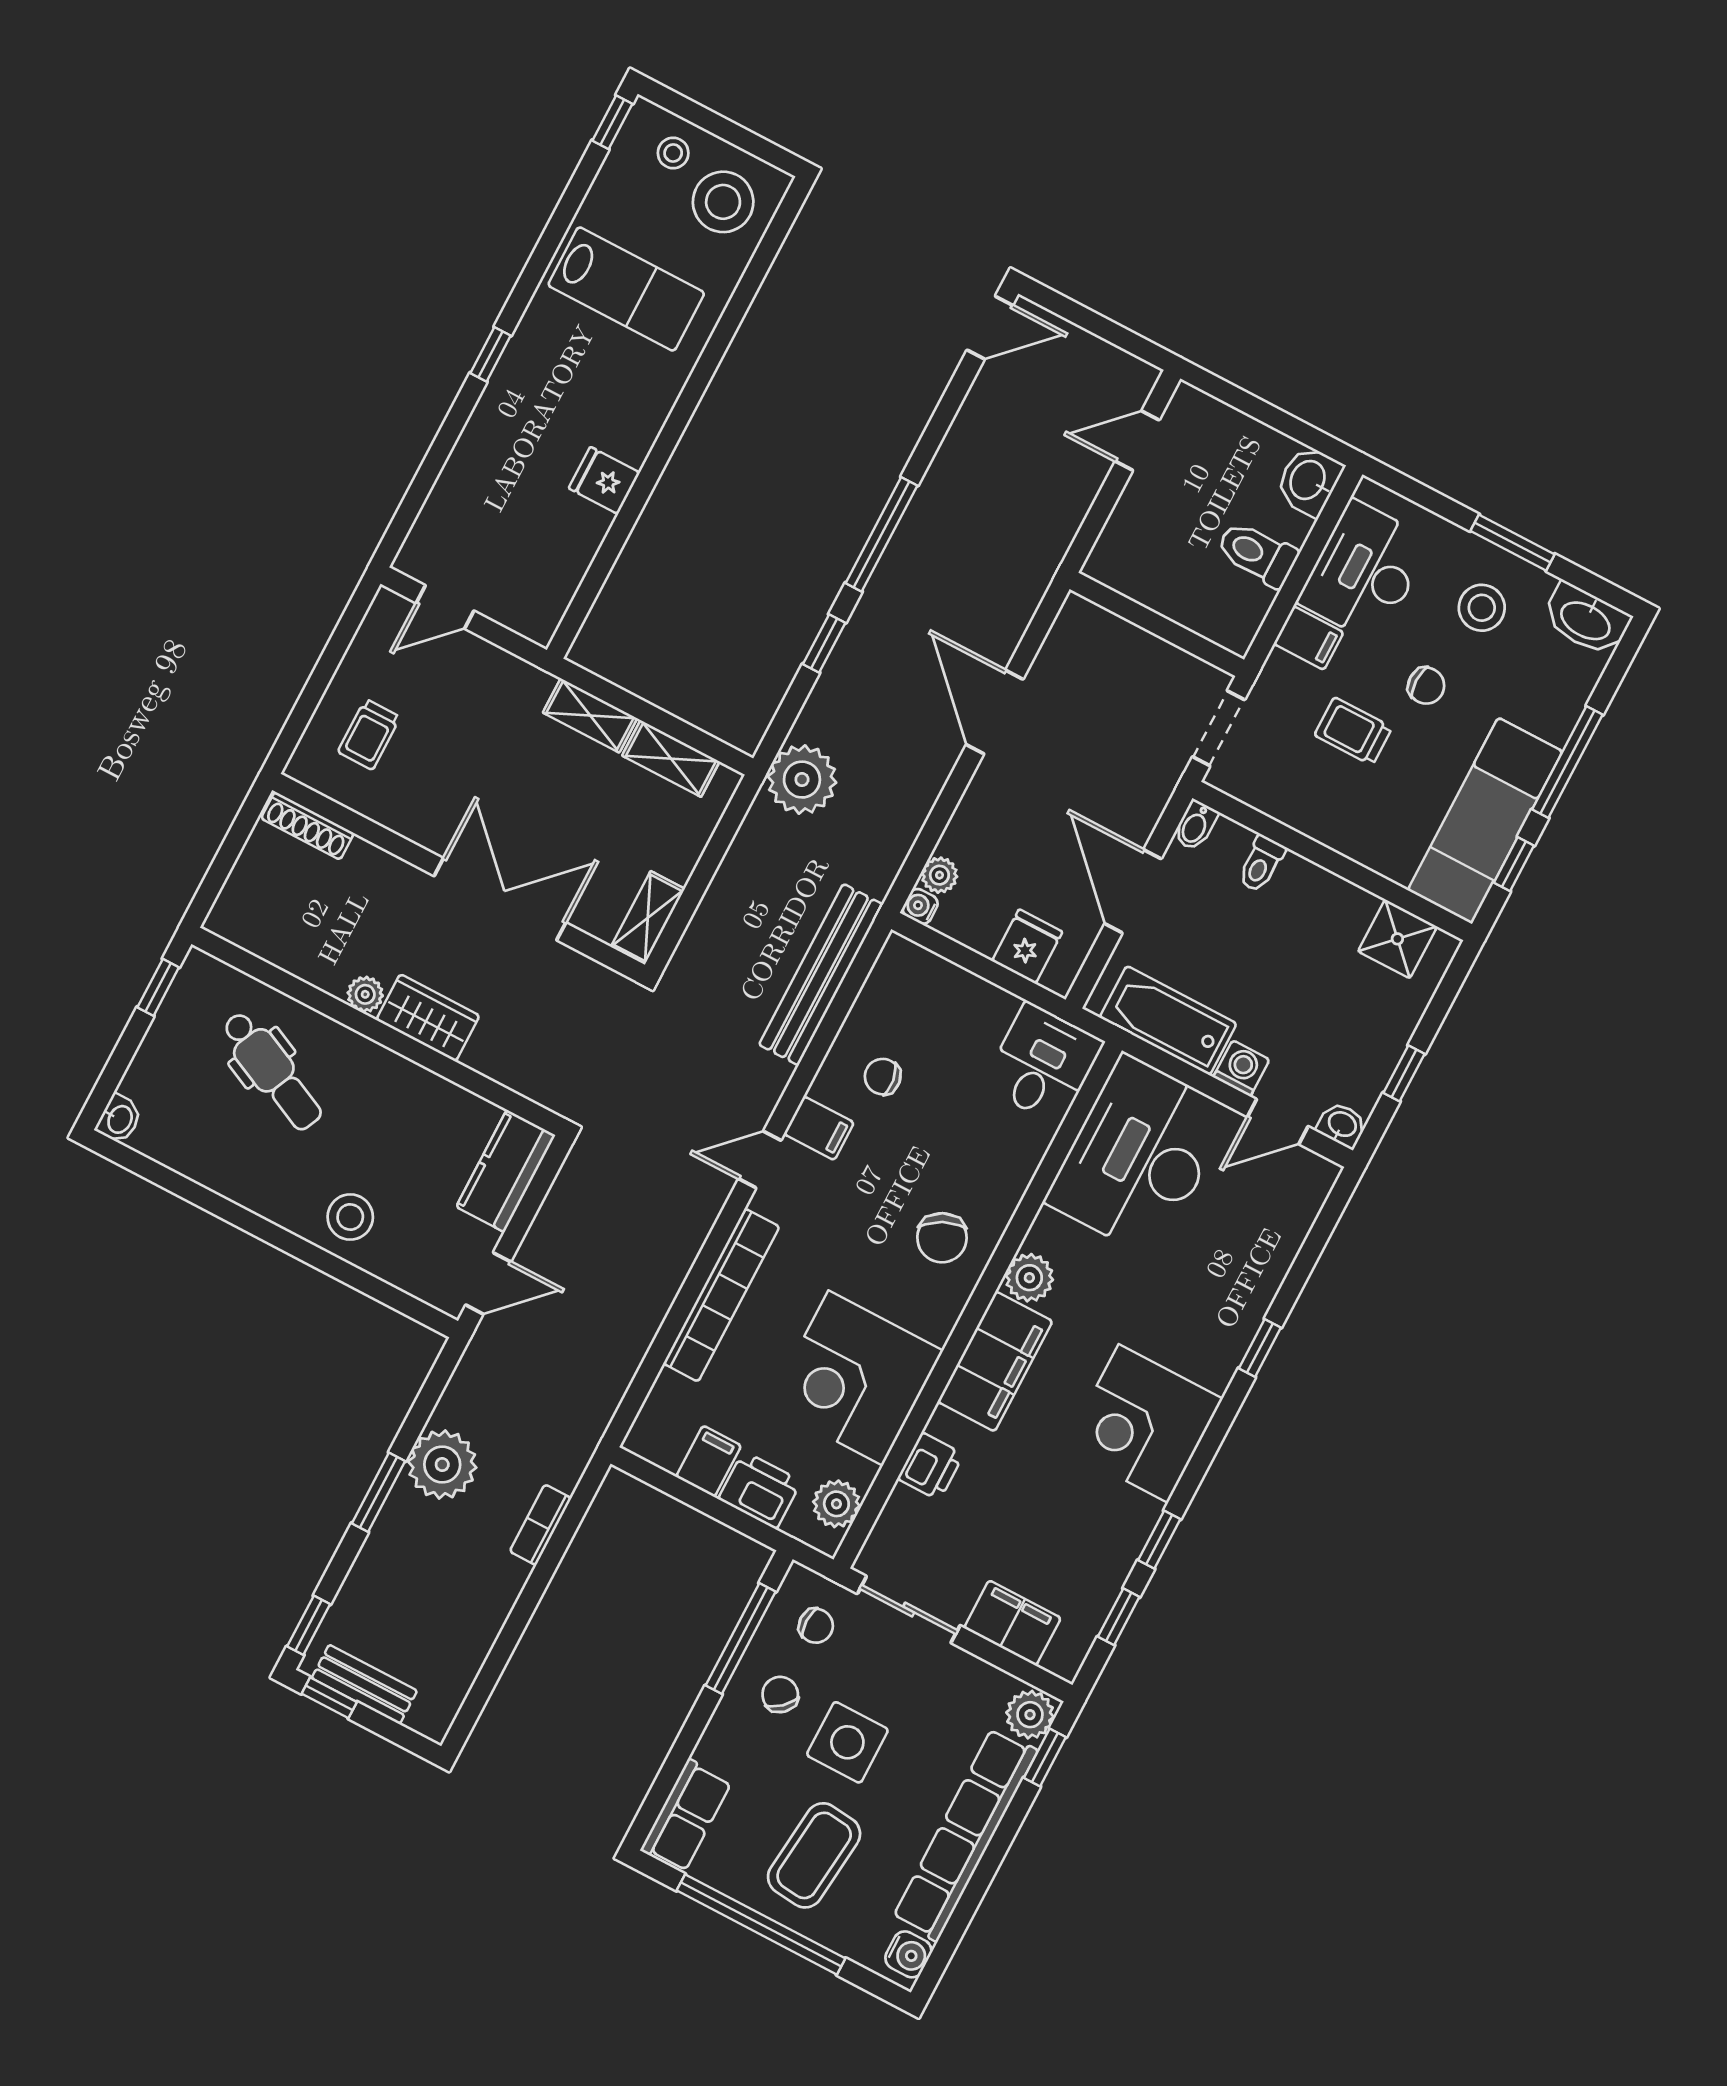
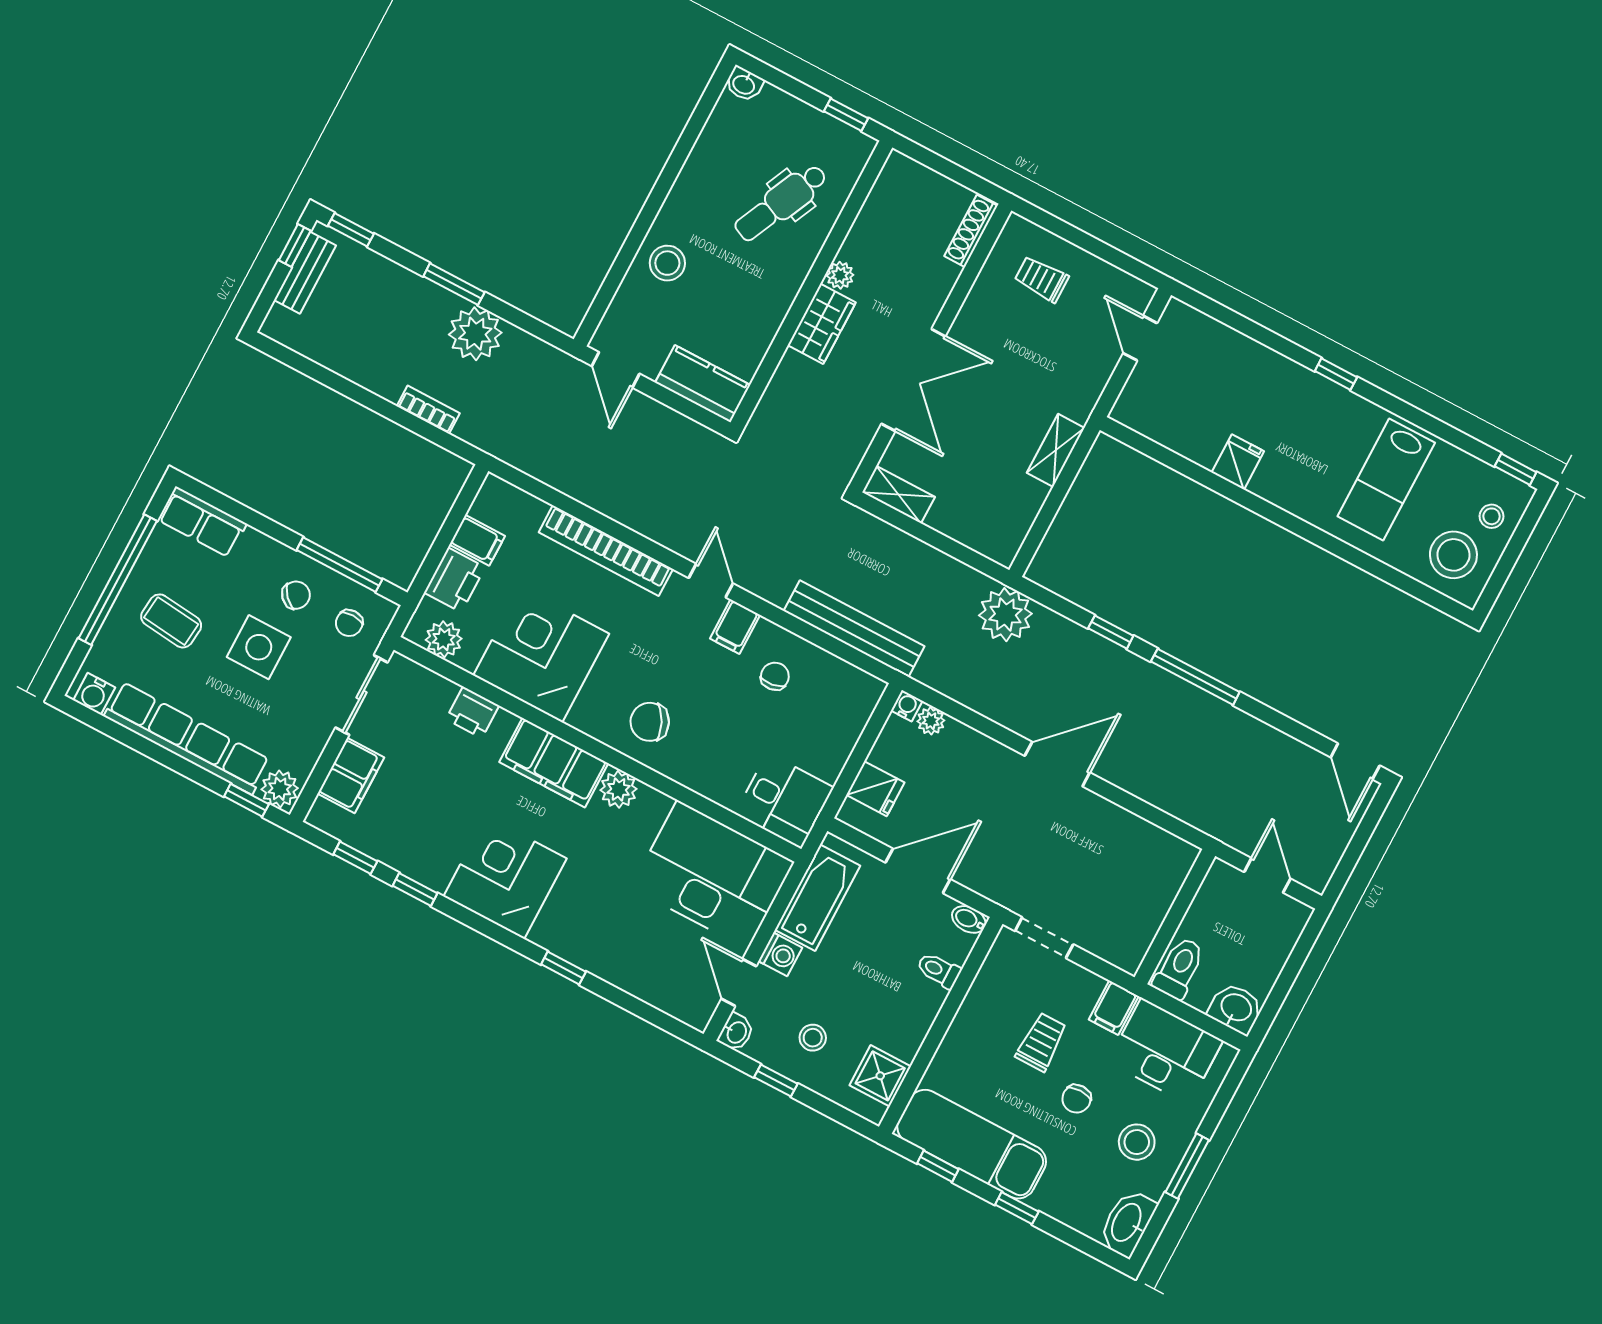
wall: (1157, 624) -> (1175, 917), moved
shelving: (671, 759) -> (1022, 513), removed
window: (1567, 762) -> (1017, 1208), width x0.46
stool: (1349, 1026) -> (813, 1038), added
coffee table: (814, 1855) -> (171, 621), width x0.73, depth x0.77

